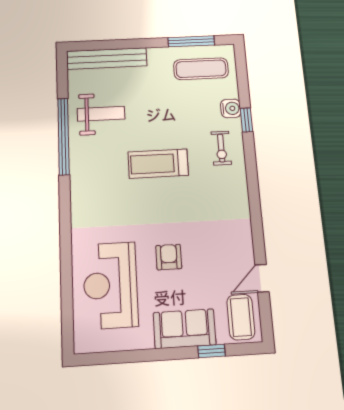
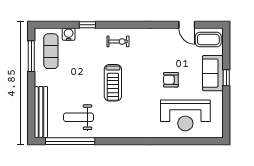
water cooler: (231, 108) -> (69, 34), moved
weight bench: (101, 114) -> (79, 117), turned -90
window: (64, 136) -> (70, 141), moved
exercise bike: (221, 148) -> (118, 41), moved
window: (212, 351) -> (226, 78), moved

